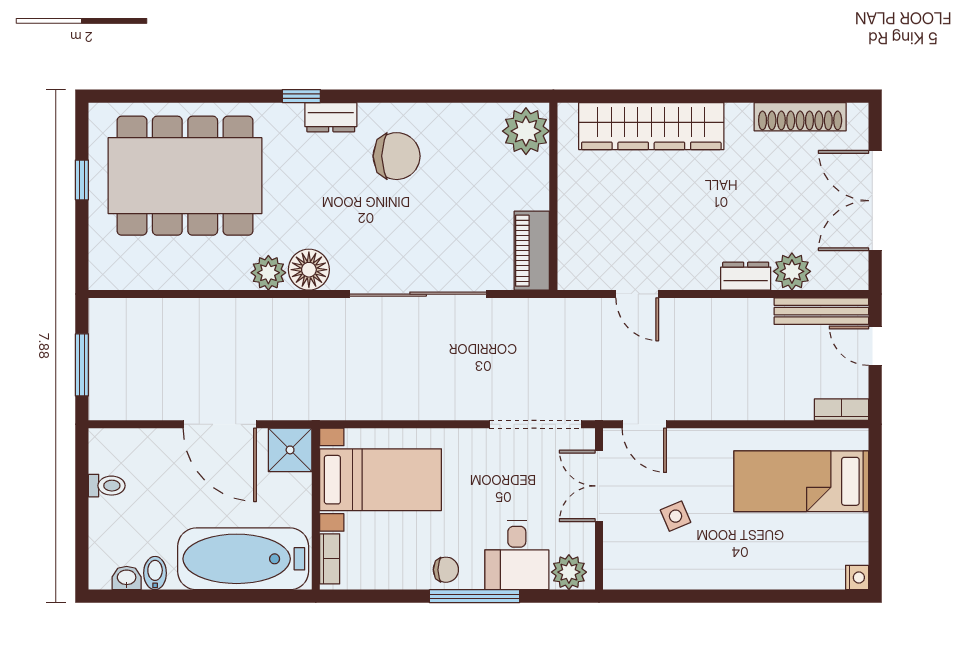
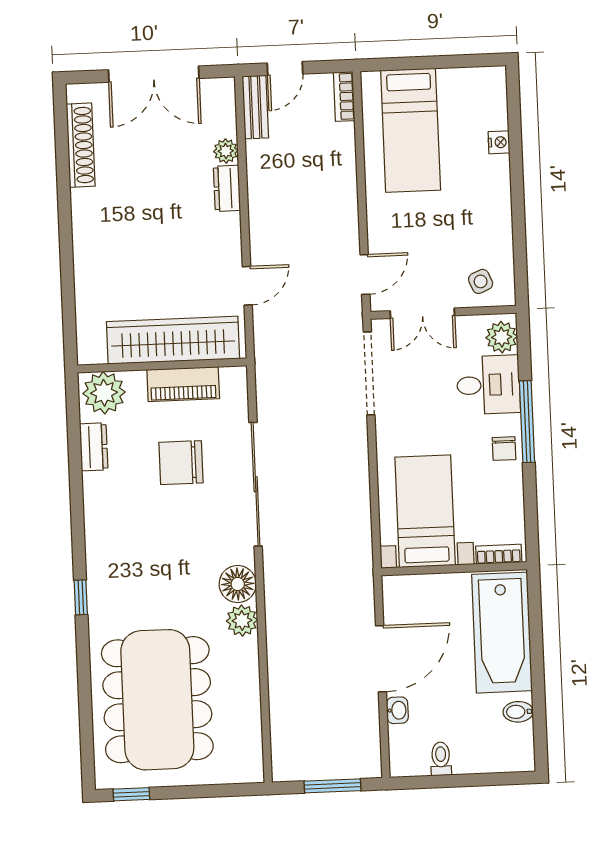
dresser: (331, 117) -> (94, 447), moved
wardrobe: (651, 126) -> (173, 340), moved, turned -90
chair: (397, 156) -> (181, 463), moved, turned -90
window: (82, 180) -> (131, 794), moved
piano: (532, 251) -> (183, 384), moved
plant: (792, 271) -> (226, 151), width x0.73, depth x0.73
bench: (821, 311) -> (255, 107), width x0.73
shower: (290, 450) -> (402, 594), removed
side table: (676, 516) -> (481, 281), moved
chair: (446, 570) -> (504, 449), turned 180
washbasin: (127, 578) -> (397, 710), moved, turned 180
nightstand: (857, 578) -> (499, 142), moved, turned 90

